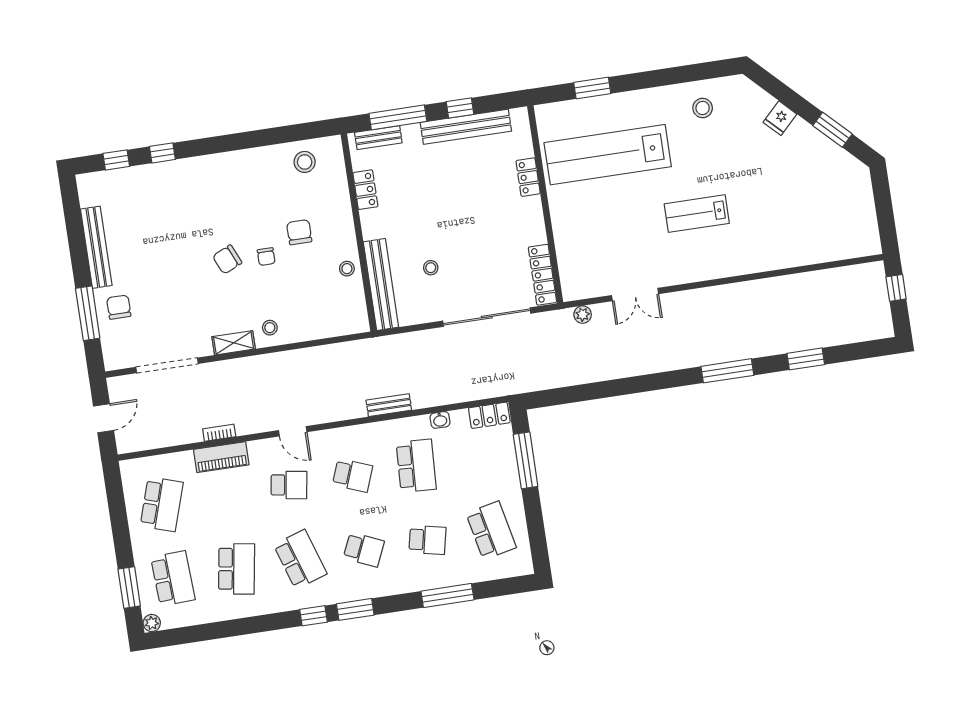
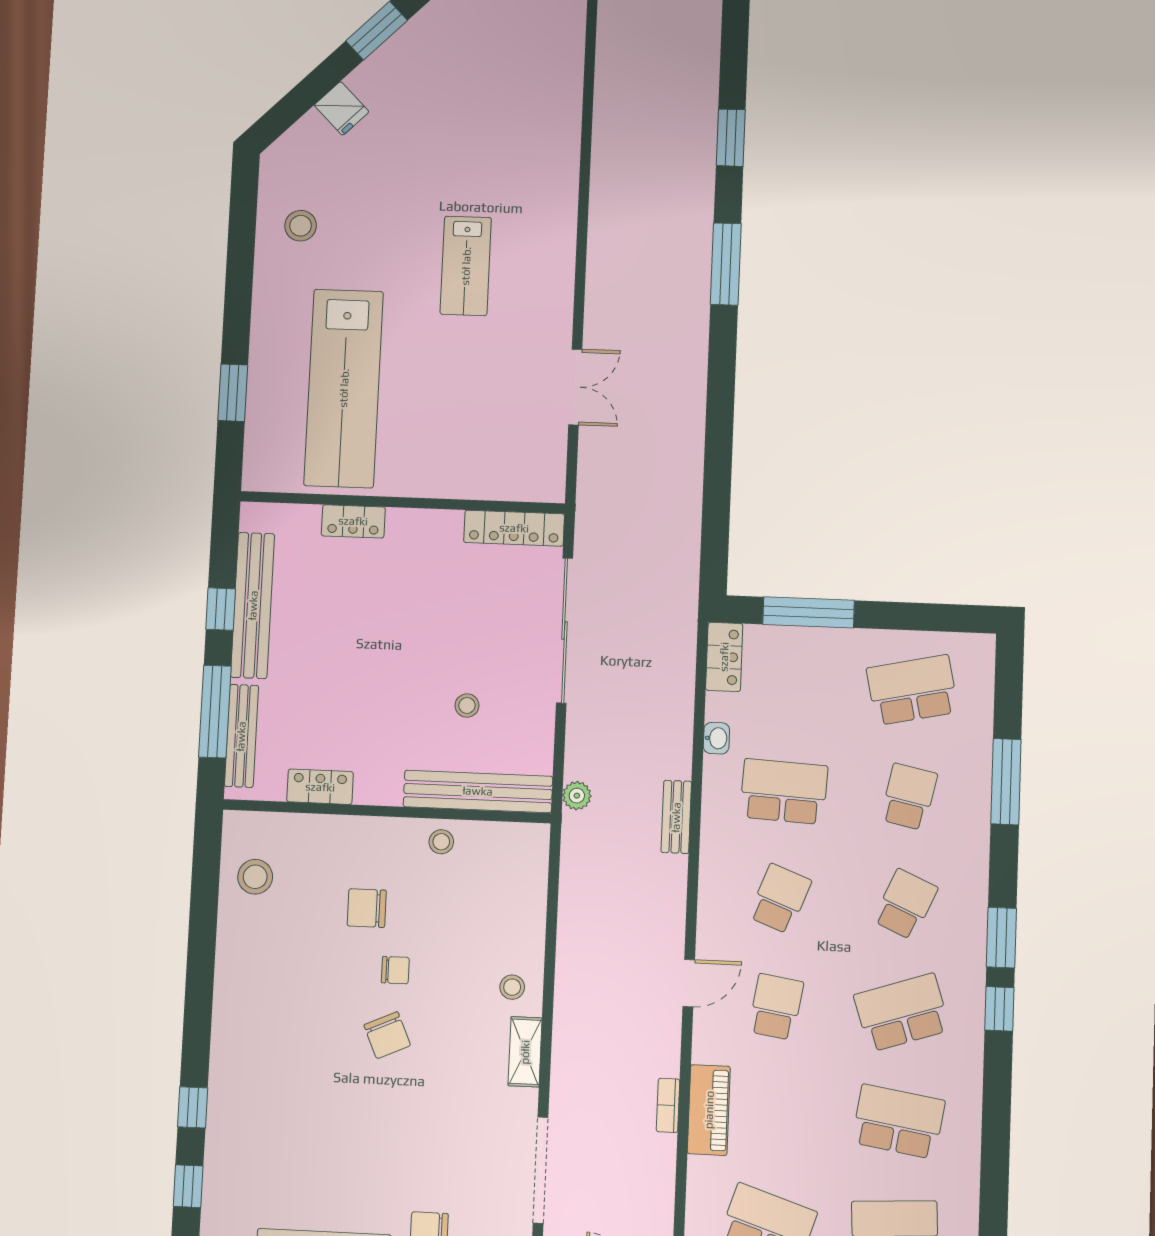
bench: (378, 138) -> (241, 736), width x1.36
plant: (583, 315) -> (577, 796), moved

